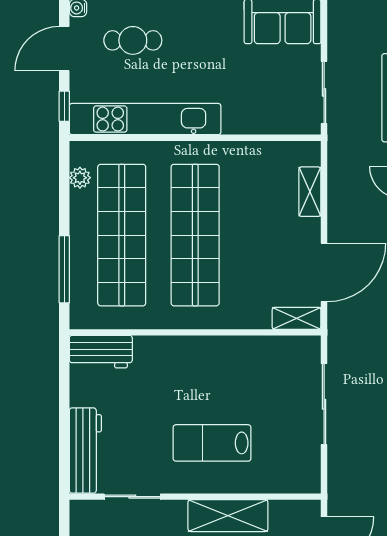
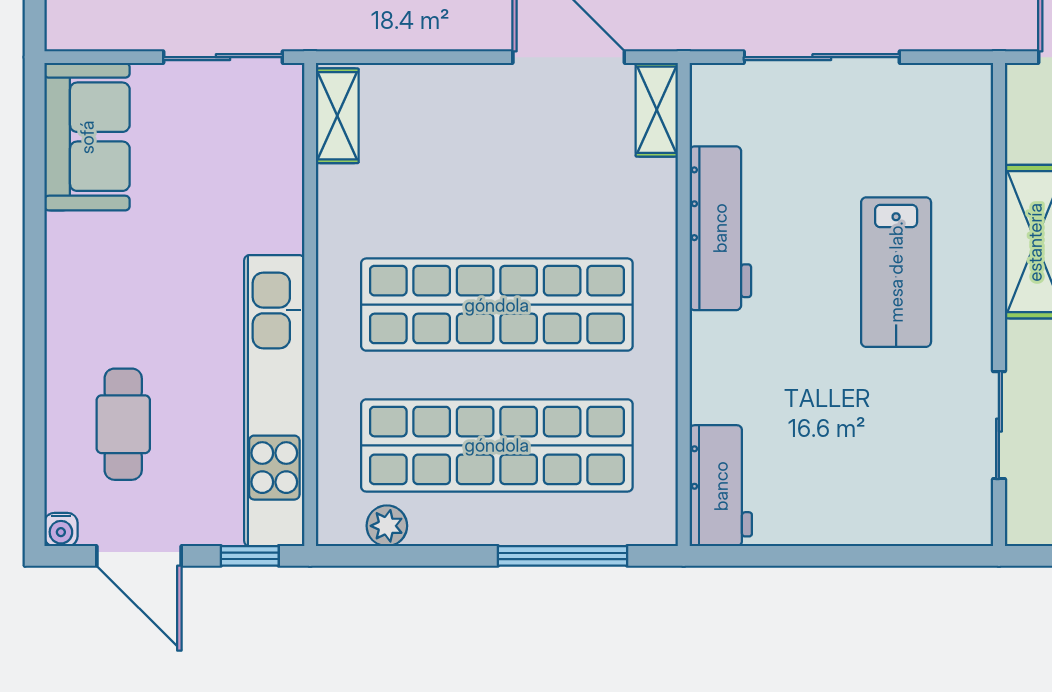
shelving: (310, 192) -> (337, 116), moved, turned 90
workbench: (85, 451) -> (720, 228), moved, turned 90

